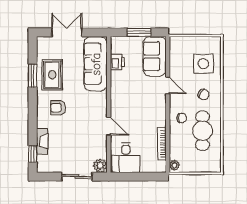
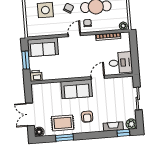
floor lamp: (43, 43) -> (39, 132), added
printer: (117, 62) -> (36, 76), moved
sofa: (96, 64) -> (77, 89), moved, width x0.73
door: (168, 85) -> (74, 35), moved
plant: (100, 166) -> (131, 124), moved

